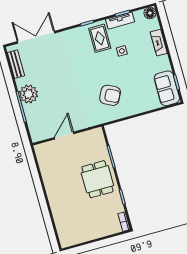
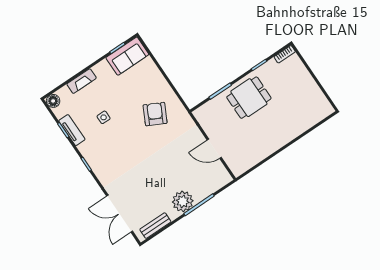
rug: (100, 38) -> (98, 145), removed

